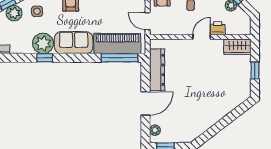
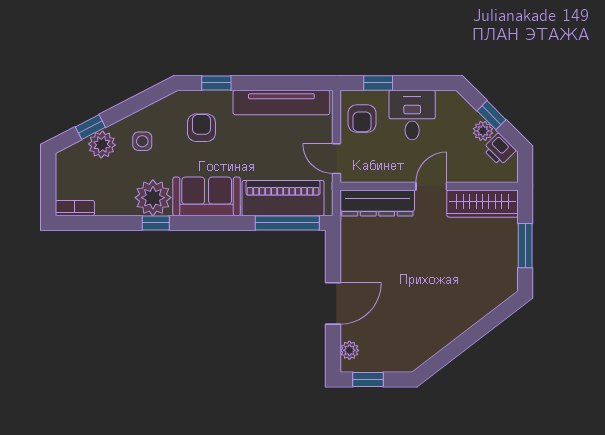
printer: (218, 28) -> (499, 149), moved, turned -135
wardrobe: (237, 47) -> (482, 204), width x1.50
dresser: (157, 70) -> (377, 203), moved, turned 90
window: (255, 71) -> (525, 246), width x1.50

